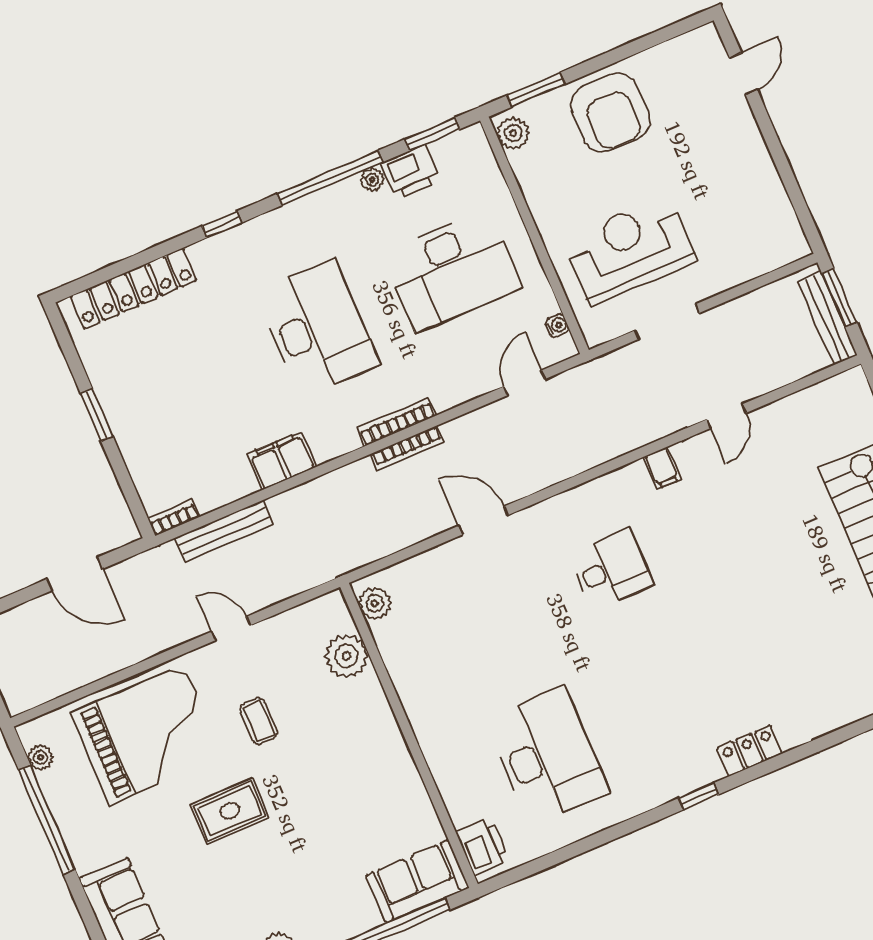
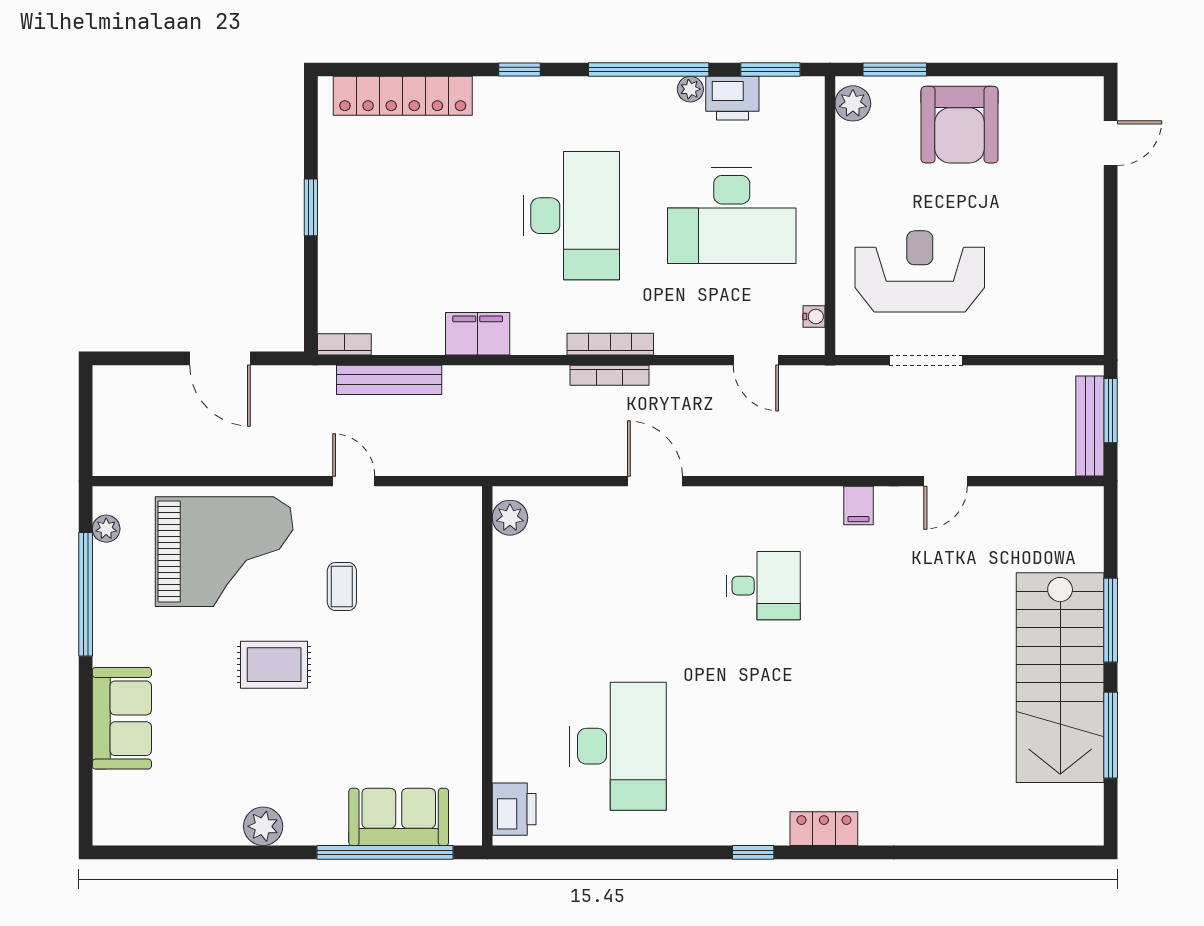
door: (524, 383) -> (756, 360), swing flipped
plant: (346, 656) -> (458, 559), removed
sofa: (417, 882) -> (399, 817), moved

